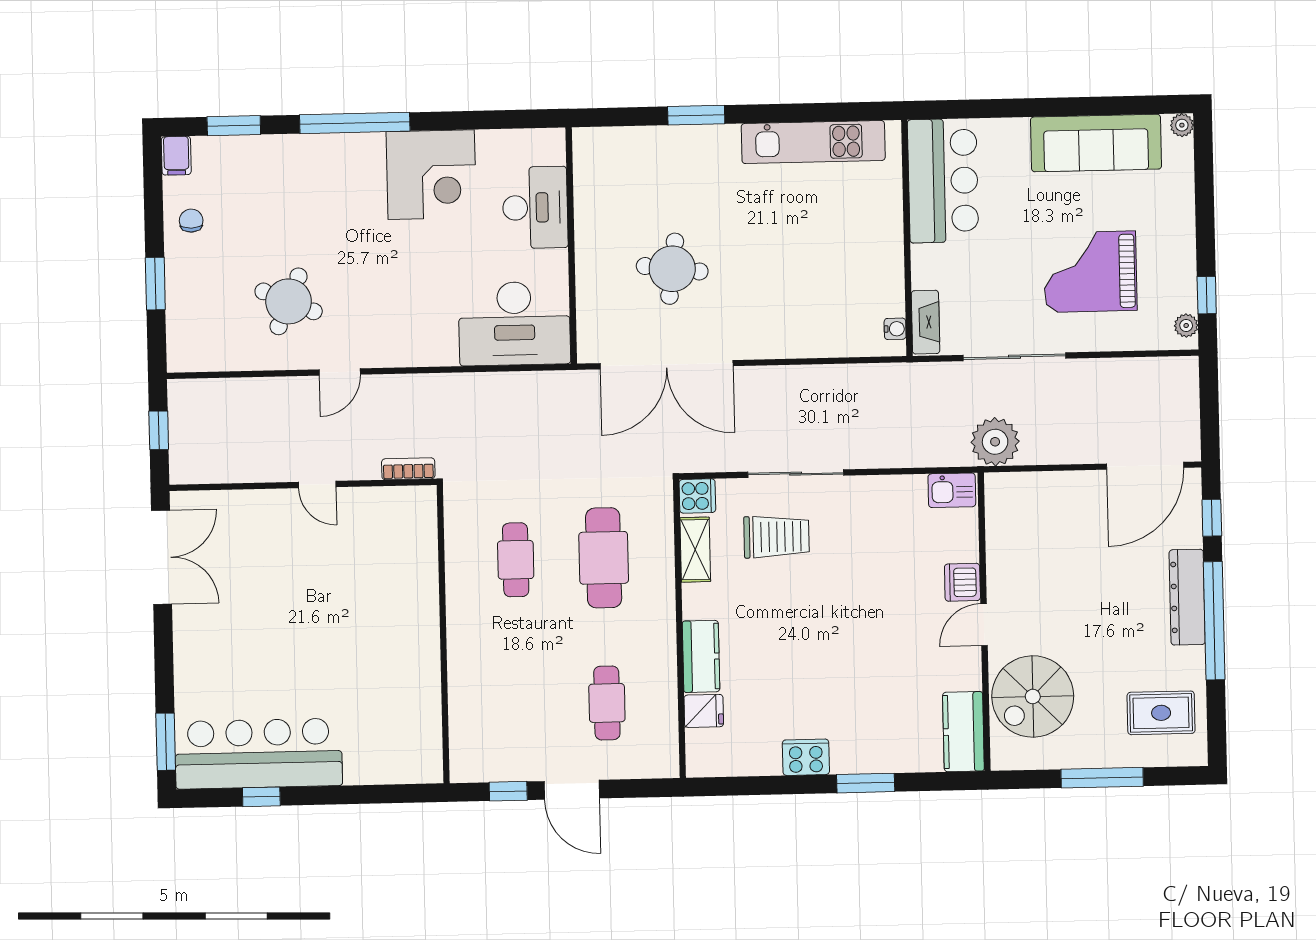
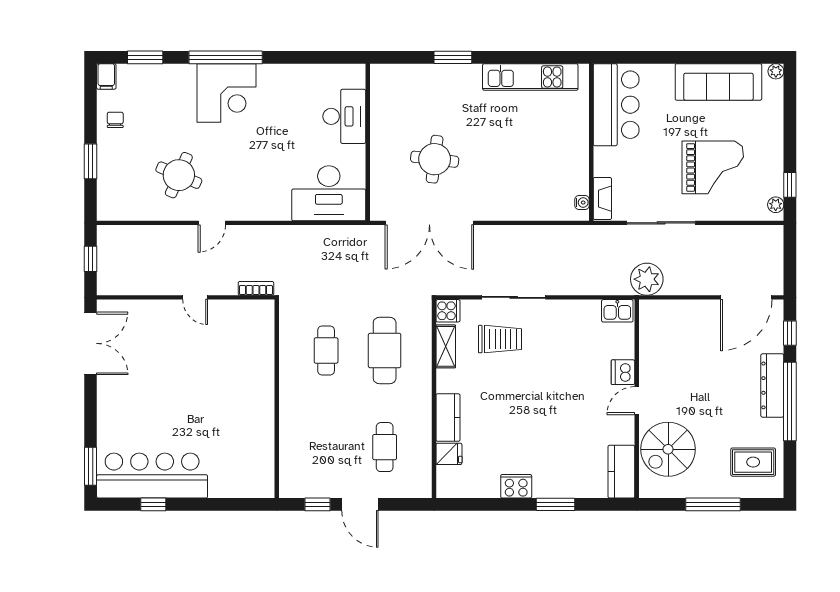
corner desk: (431, 175) -> (226, 93), moved
grand piano: (1090, 272) -> (713, 167), turned 180

